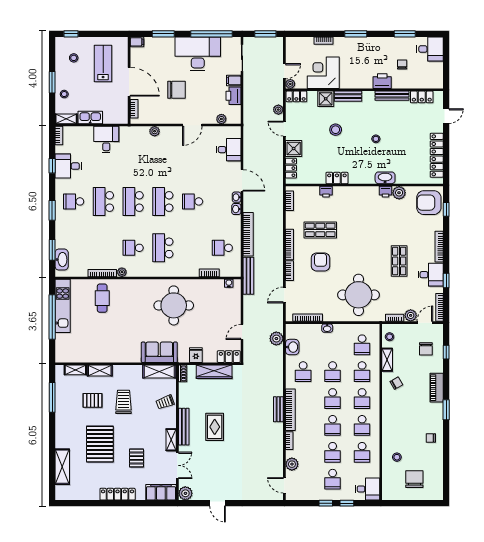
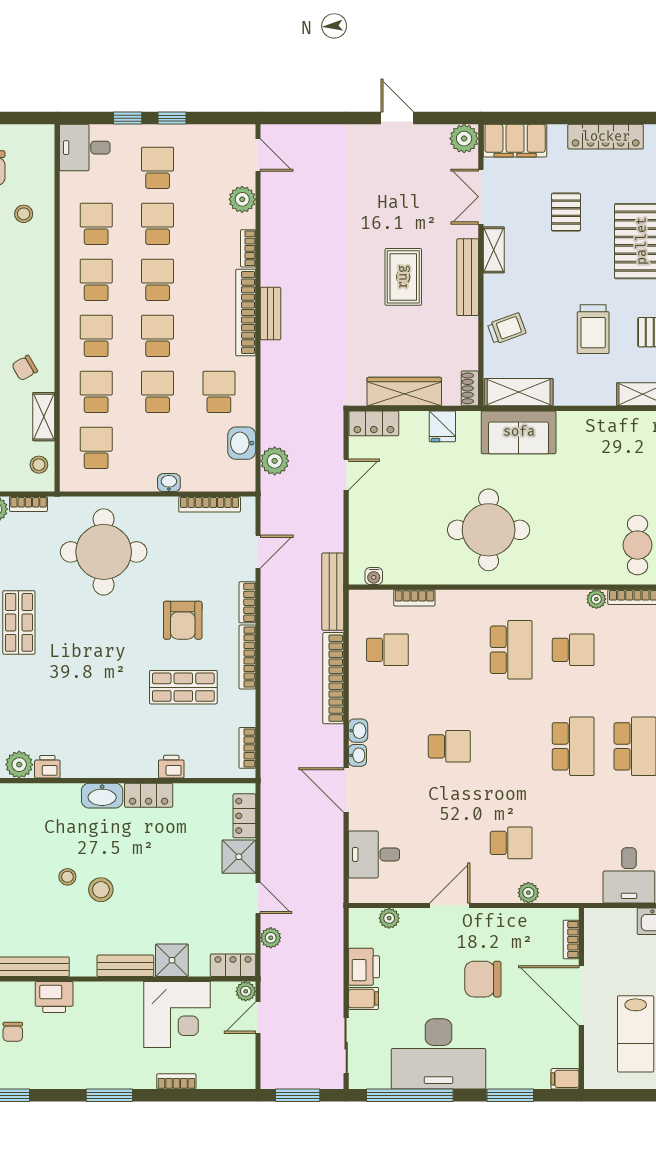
stool: (336, 130) -> (101, 890), moved
washbasin: (385, 178) -> (102, 796), moved
school desk: (163, 201) -> (511, 843), moved, width x0.54

